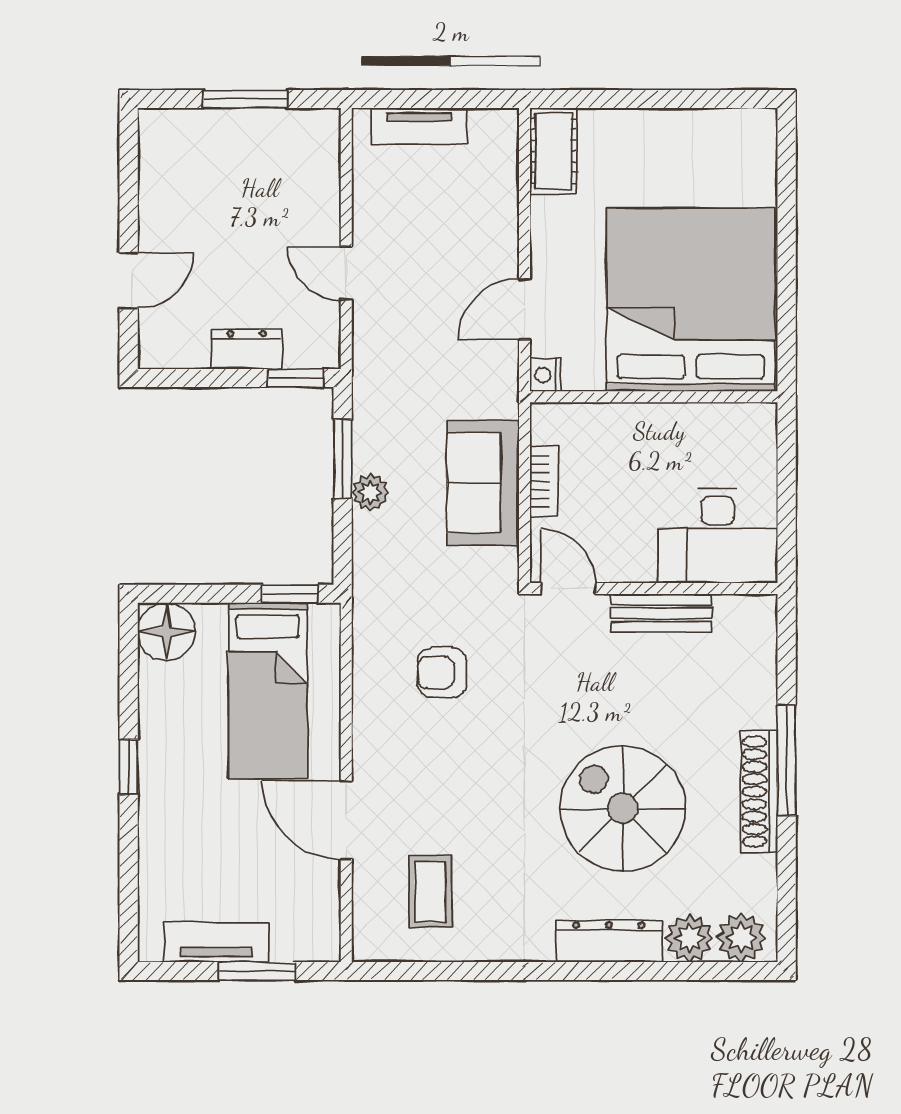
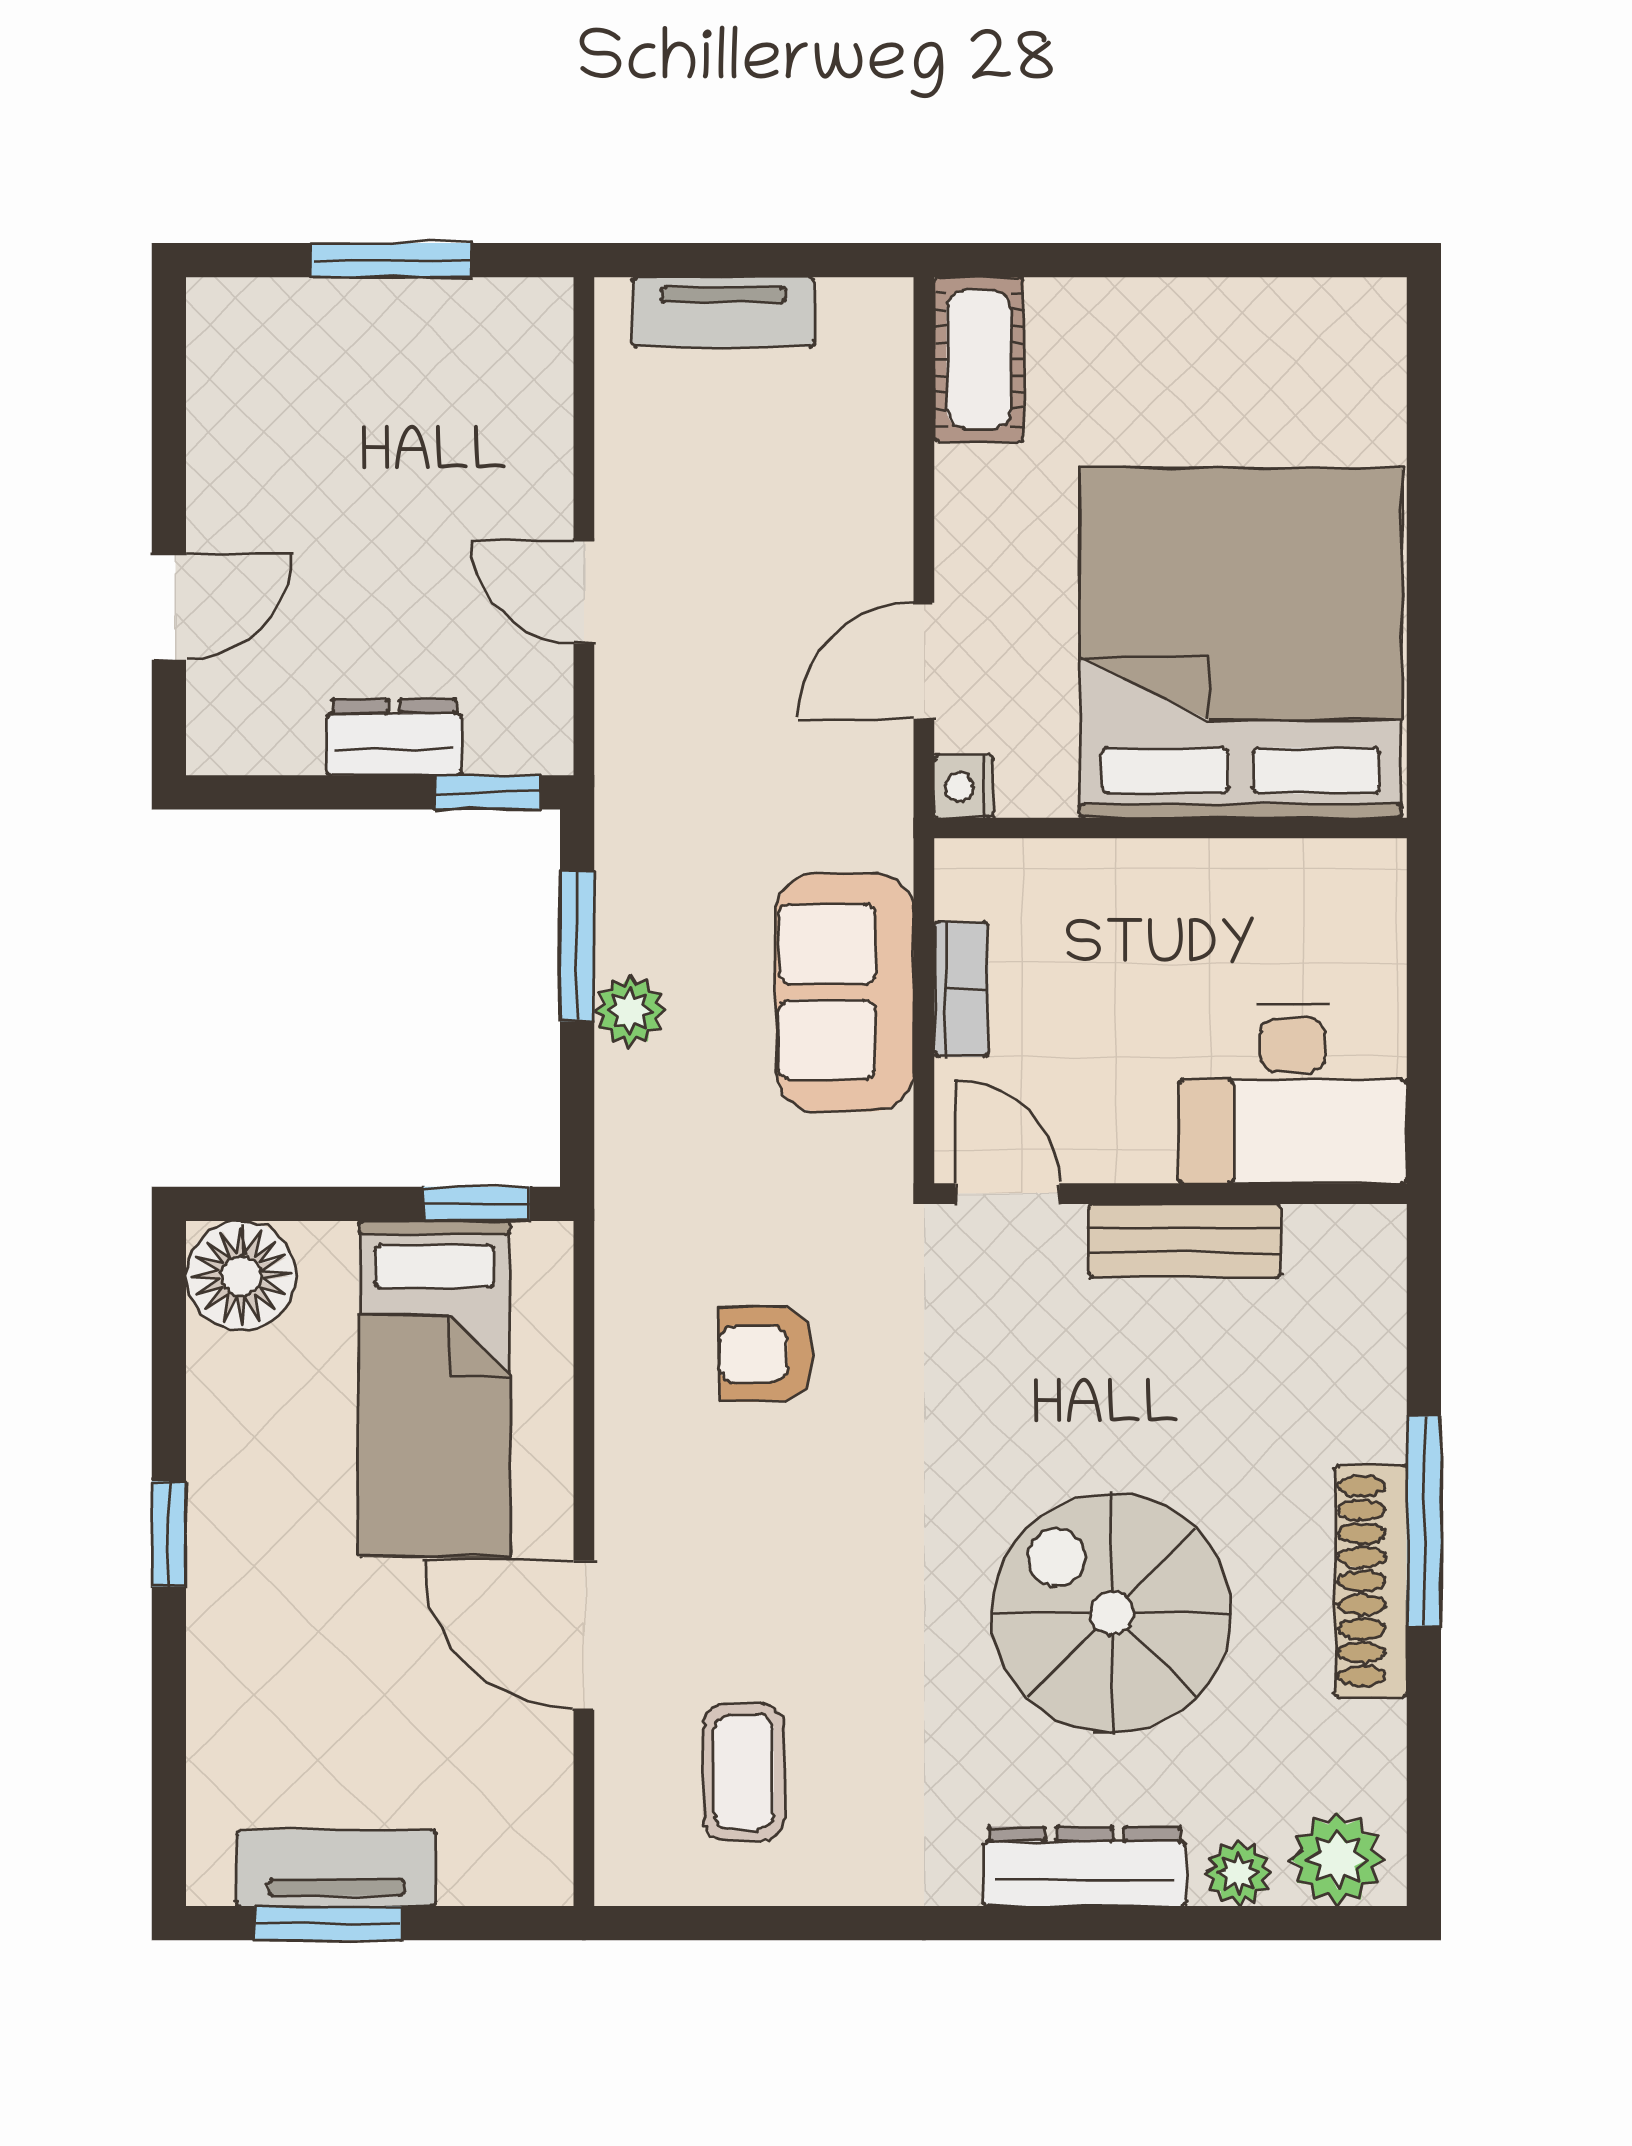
plant: (689, 938) -> (1238, 1873), width x0.73, depth x0.73
window: (257, 971) -> (328, 1923), moved

